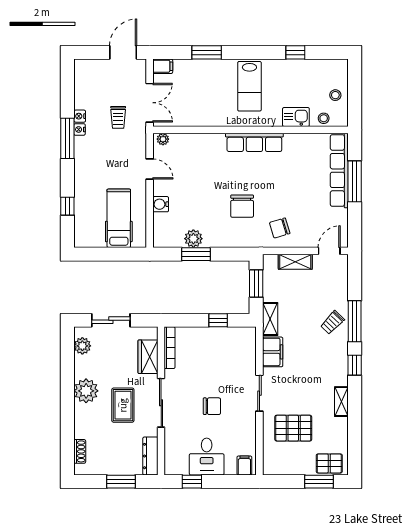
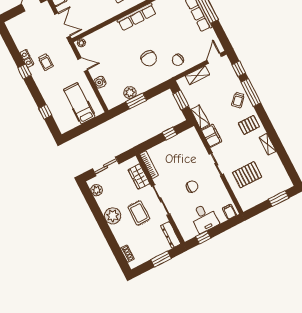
trolley: (118, 117) -> (46, 62), moved
window: (67, 138) -> (24, 72), width x0.46
window: (355, 365) -> (239, 69), moved
pallet: (329, 463) -> (249, 125), moved

